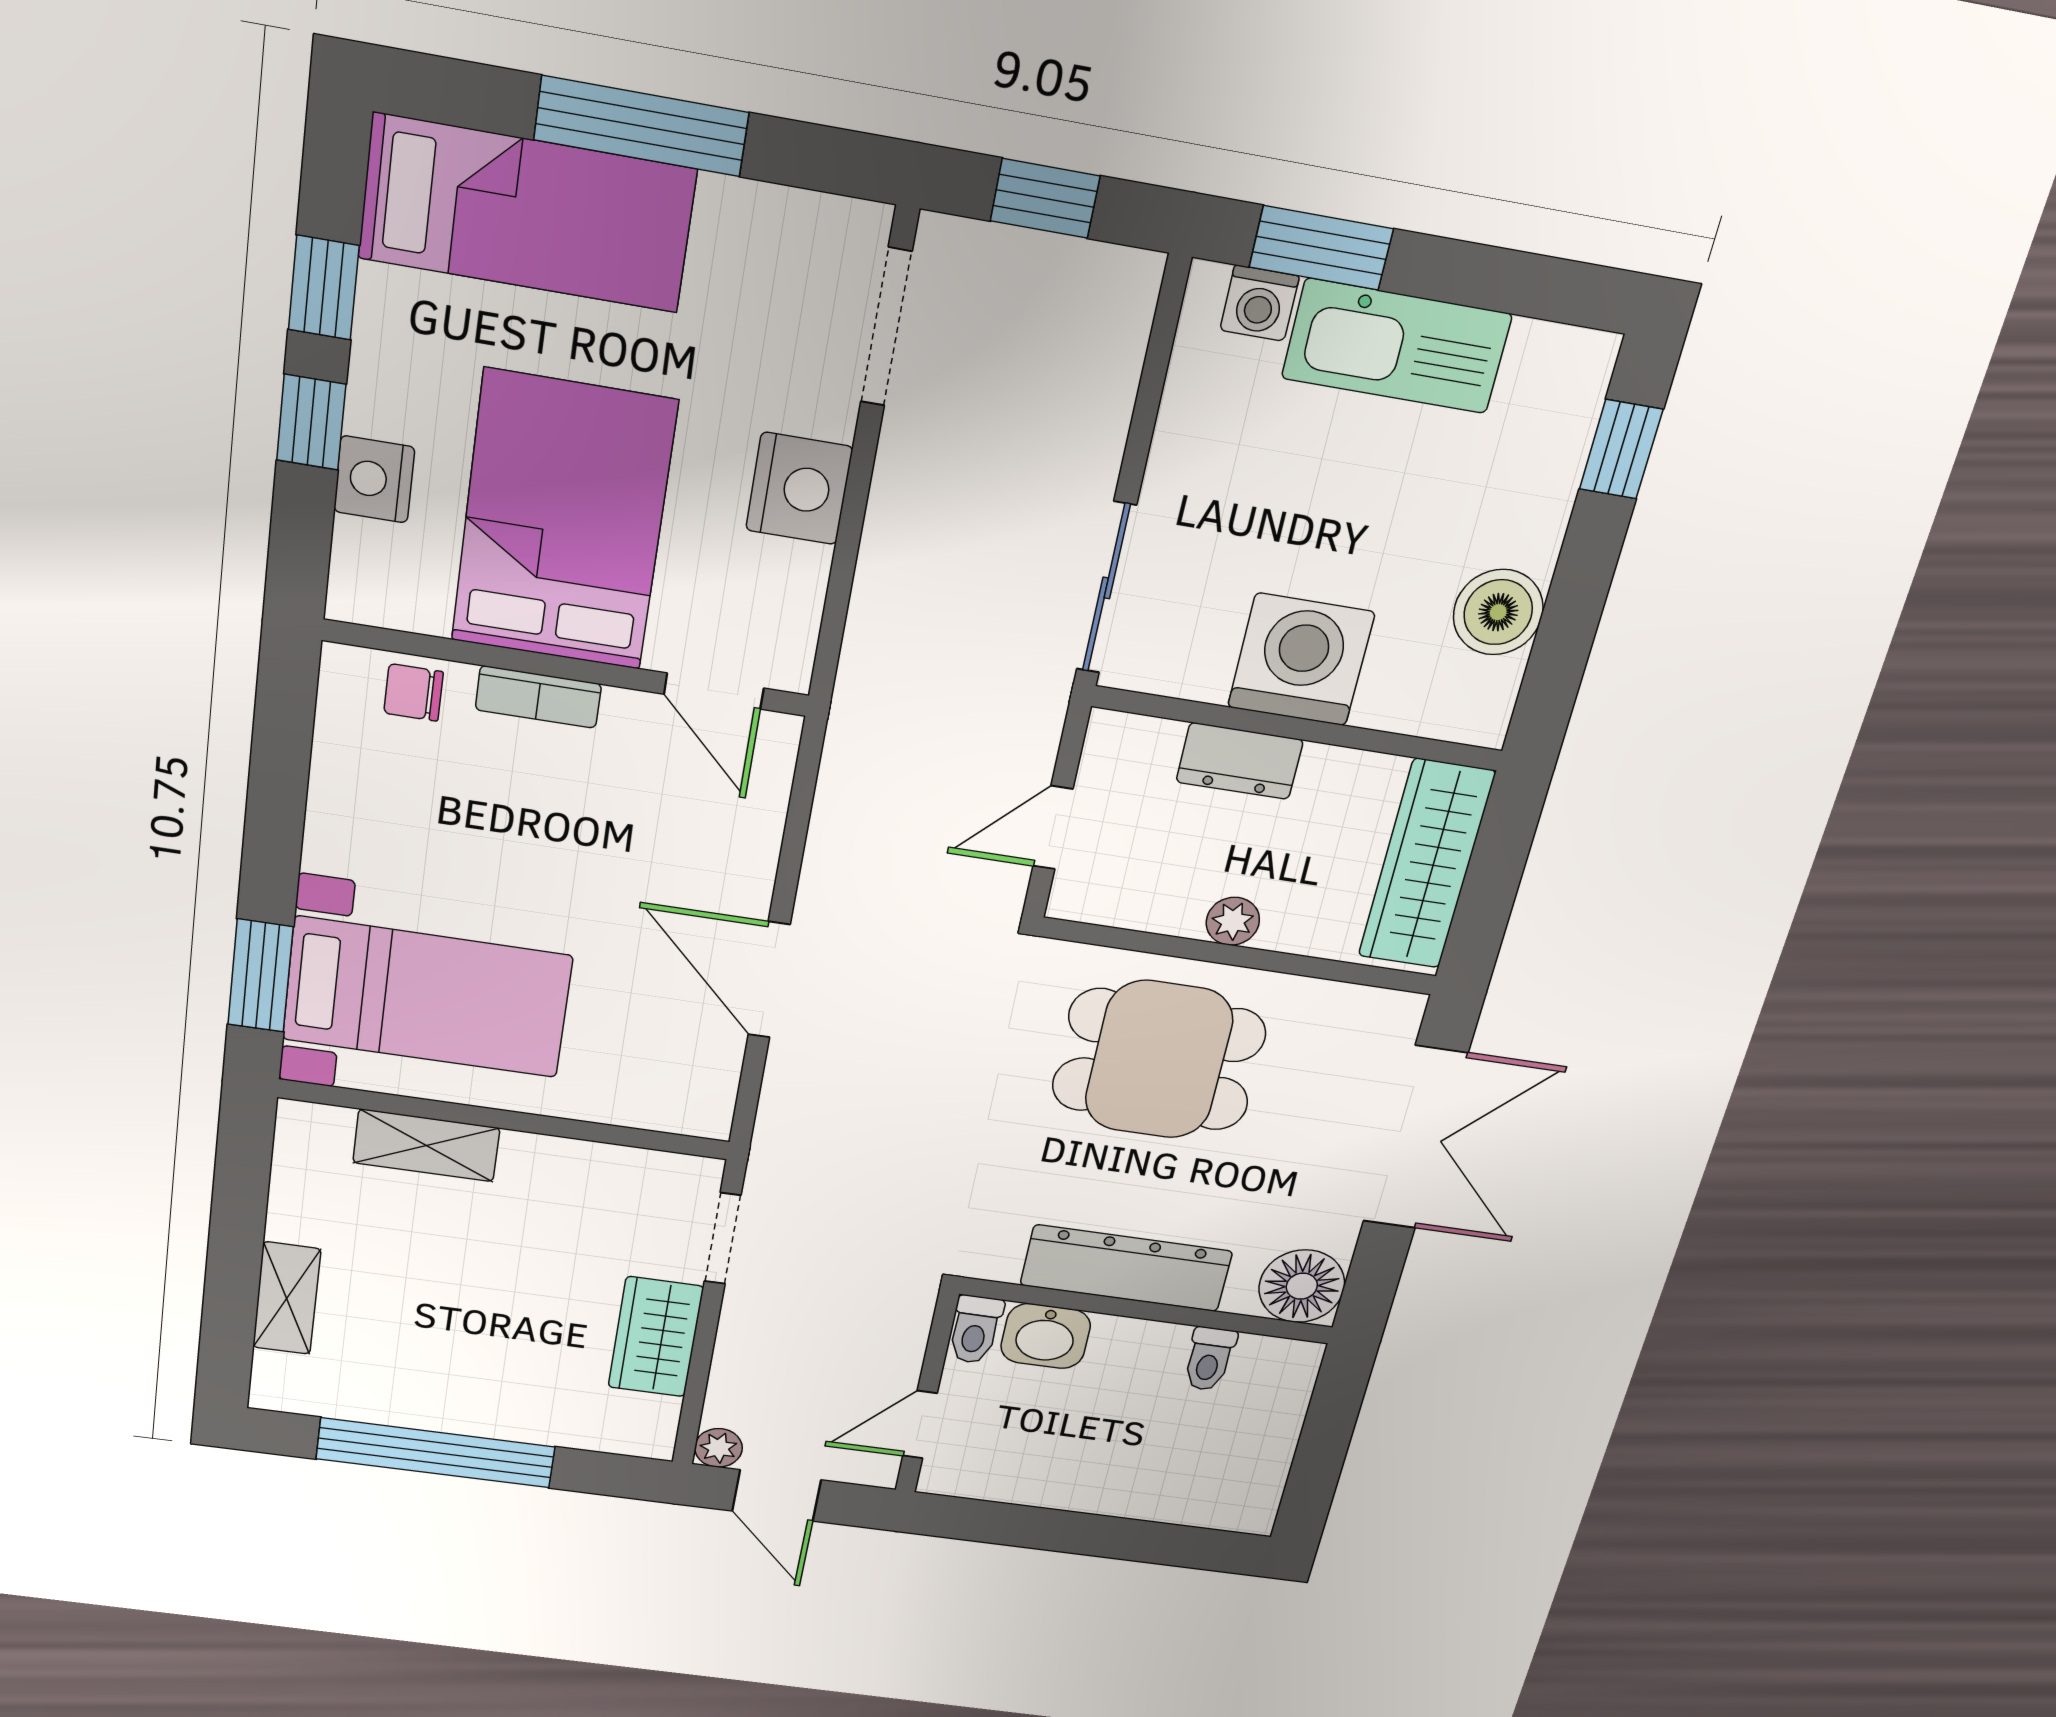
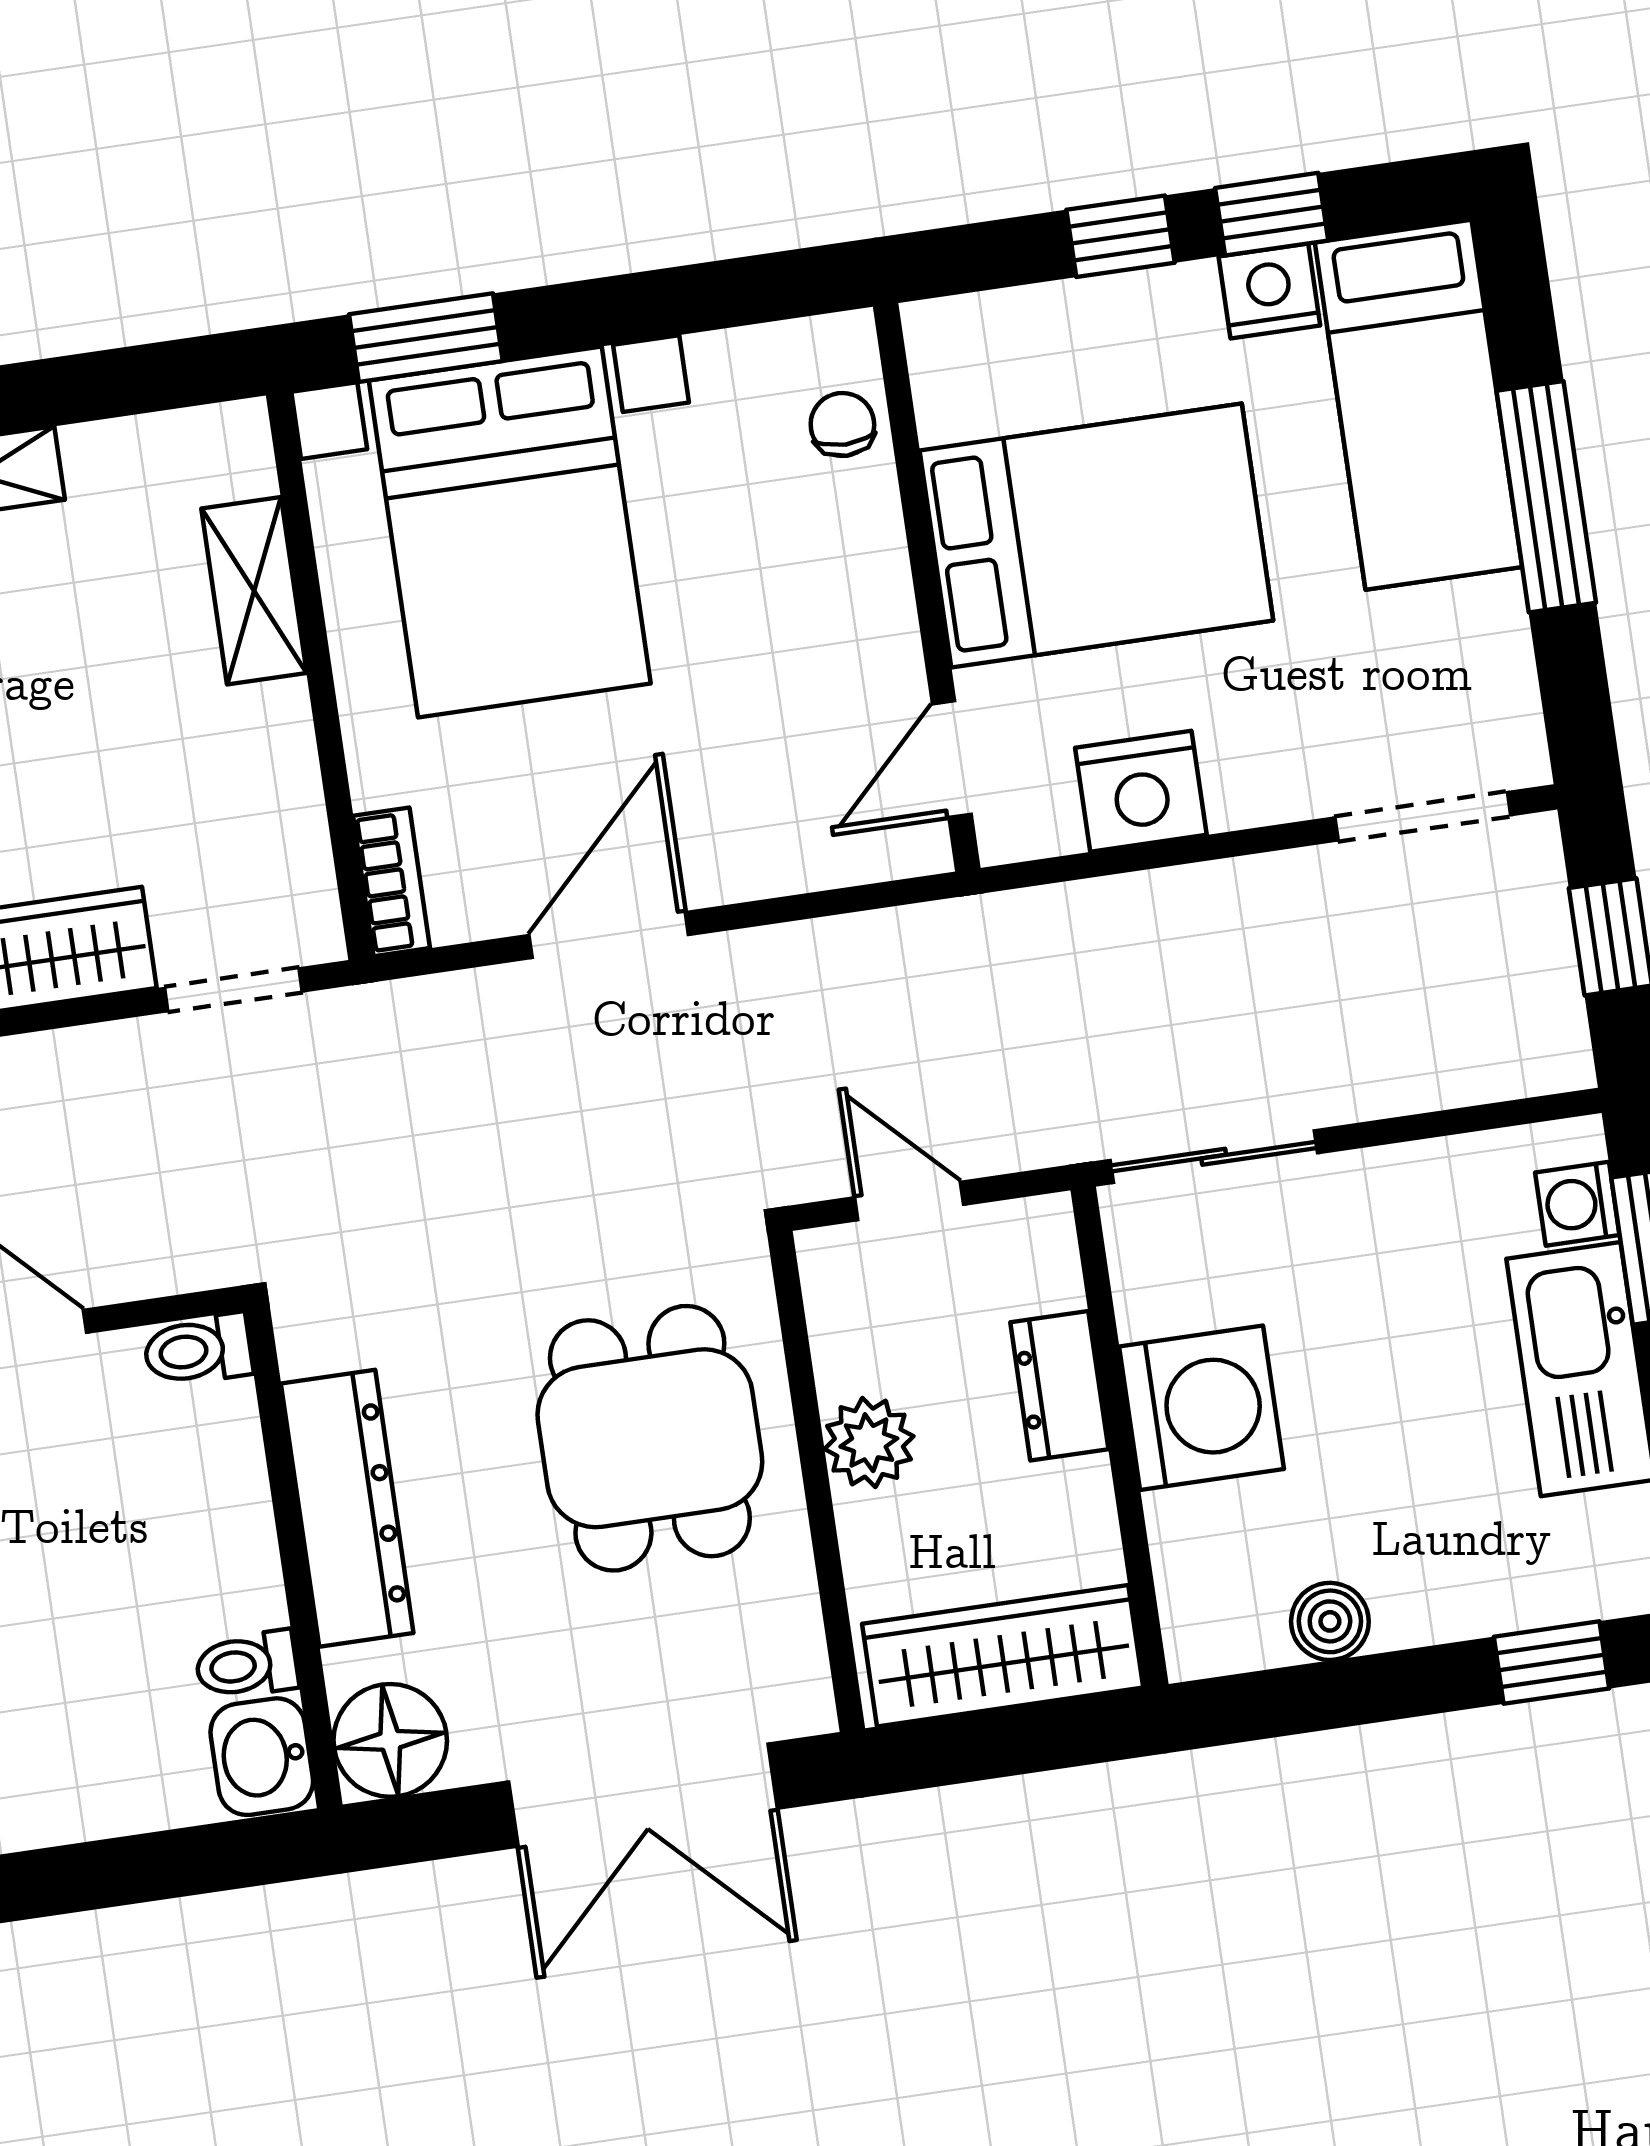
nightstand: (374, 479) -> (1269, 291), moved
nightstand: (799, 488) -> (1141, 791), moved
boiler: (1498, 612) -> (1330, 1621), width x0.73, depth x0.73
bookcase: (538, 697) -> (392, 882), moved, turned 180
plant: (1233, 921) -> (869, 1443), width x1.38, depth x1.38
bed with nightstands: (427, 997) -> (510, 532), width x1.36
washbasin: (1046, 1336) -> (262, 1757), moved

